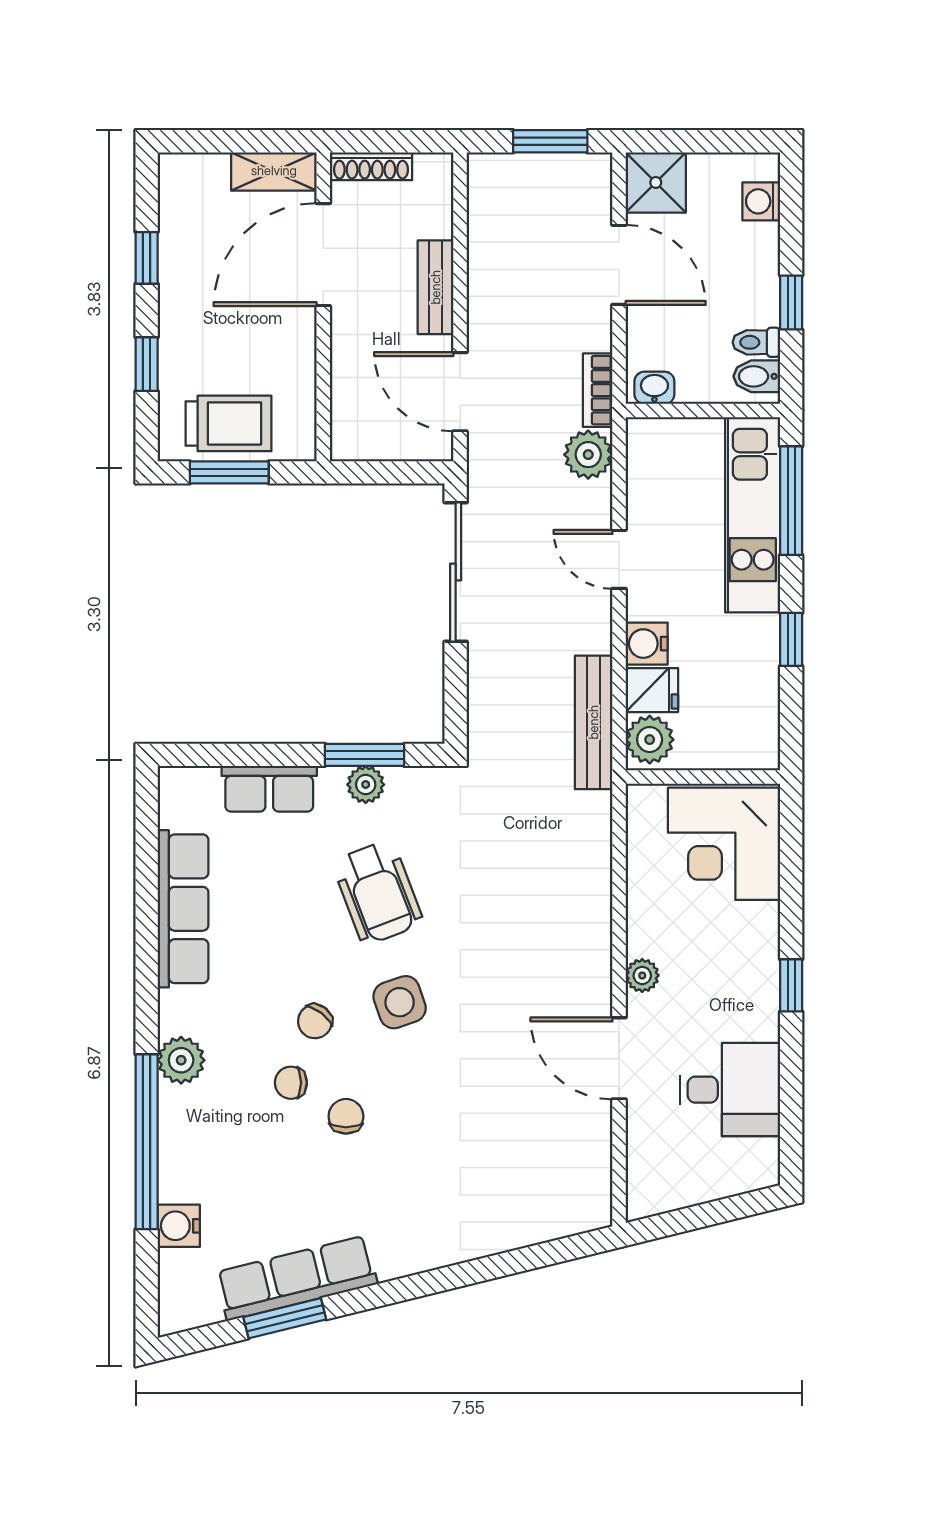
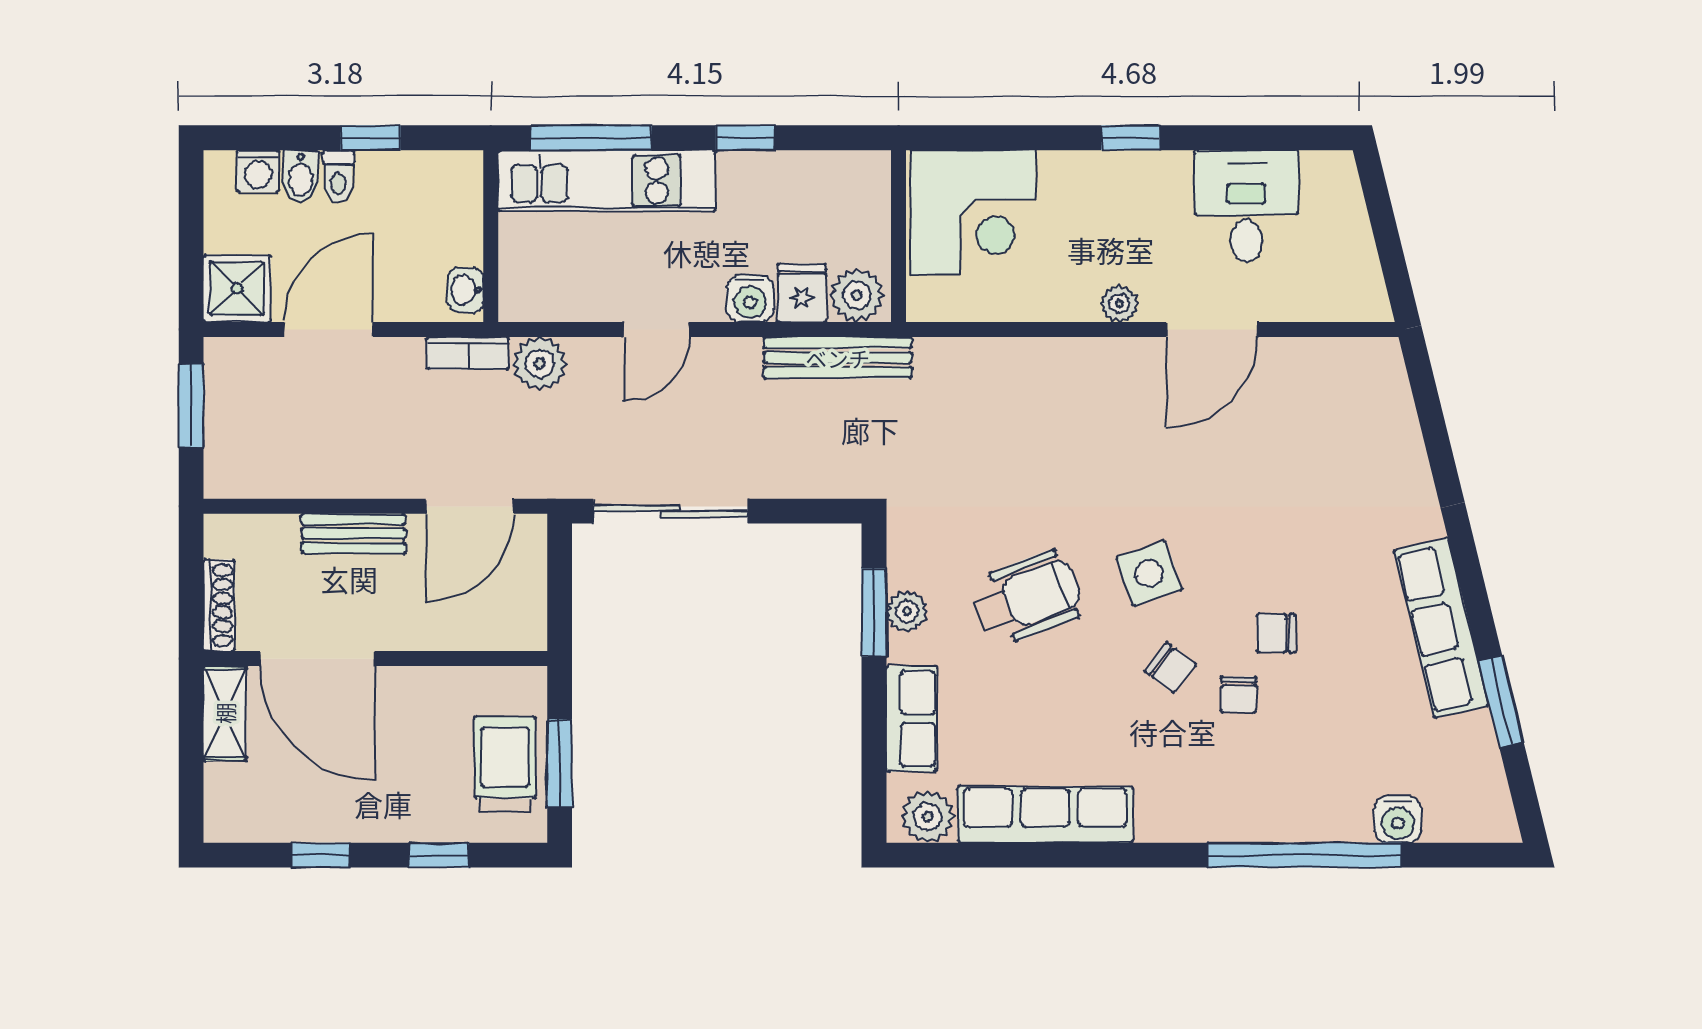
toilet: (756, 342) -> (339, 176), moved
bidet: (757, 376) -> (301, 176), moved
plant: (181, 1060) -> (928, 817), moved
row of seats: (296, 1278) -> (1441, 628), moved

